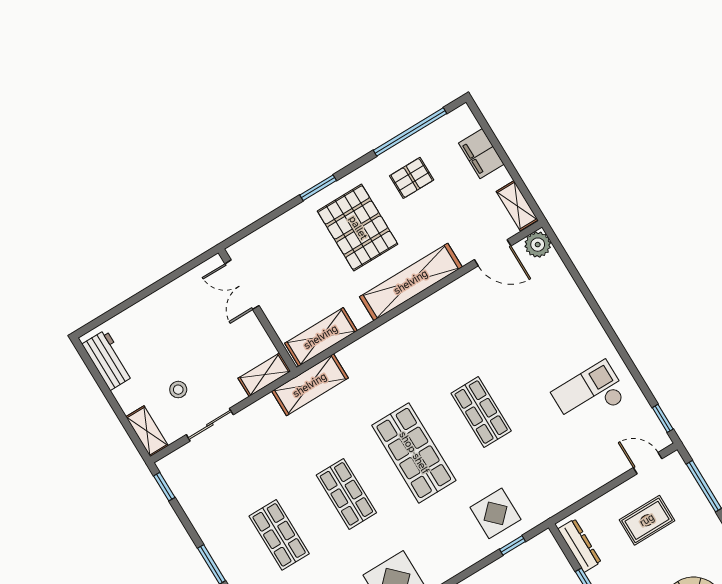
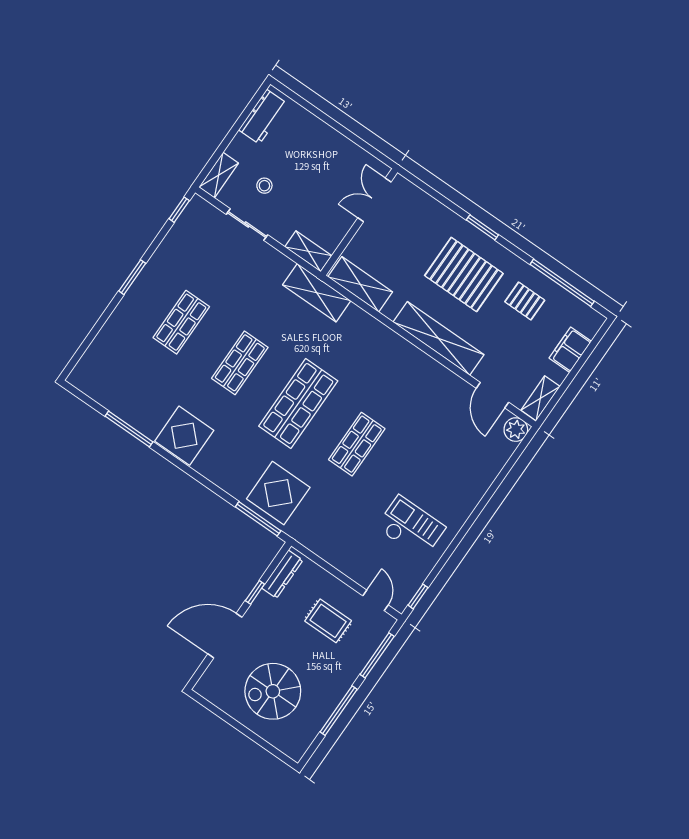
pallet: (358, 228) -> (464, 274), turned 90
display table: (495, 513) -> (278, 493), width x1.36, depth x1.36
window: (512, 545) -> (258, 519), width x2.17

